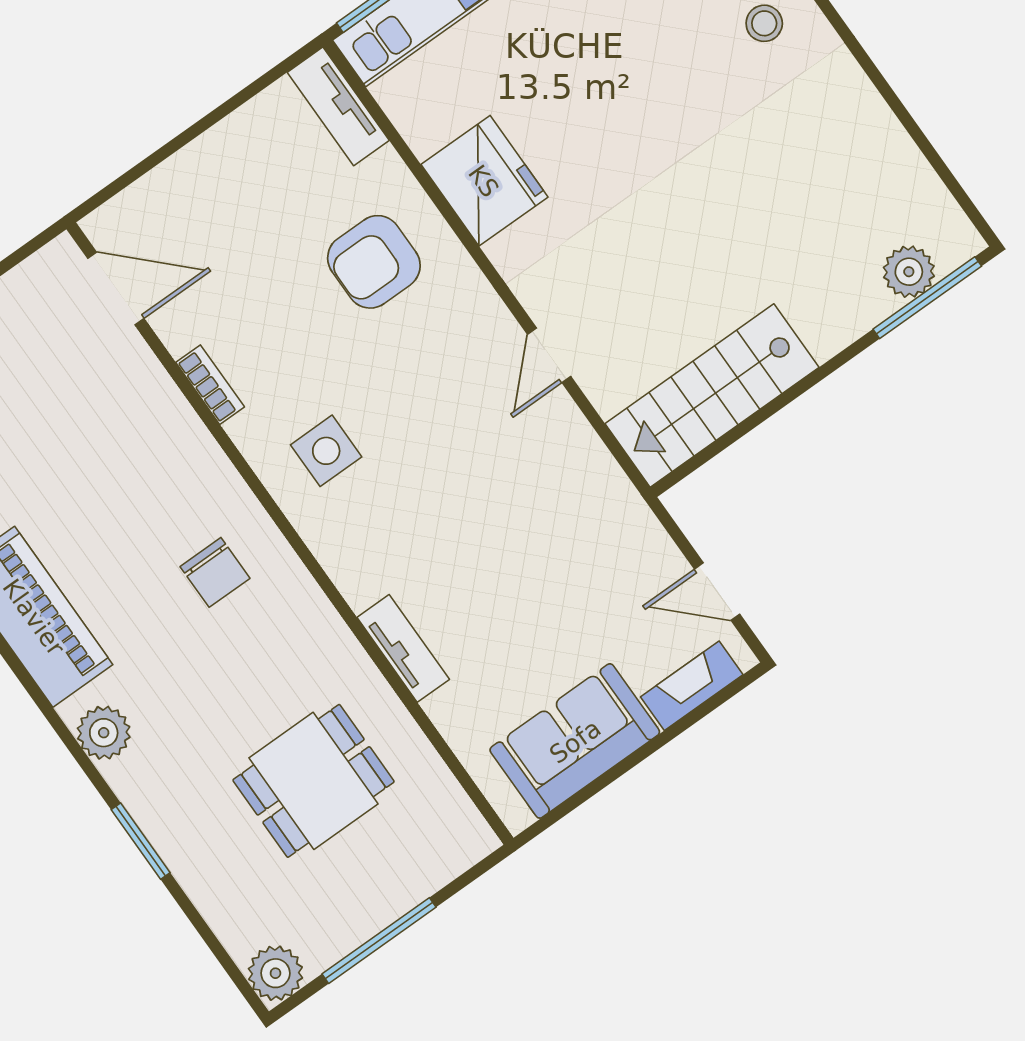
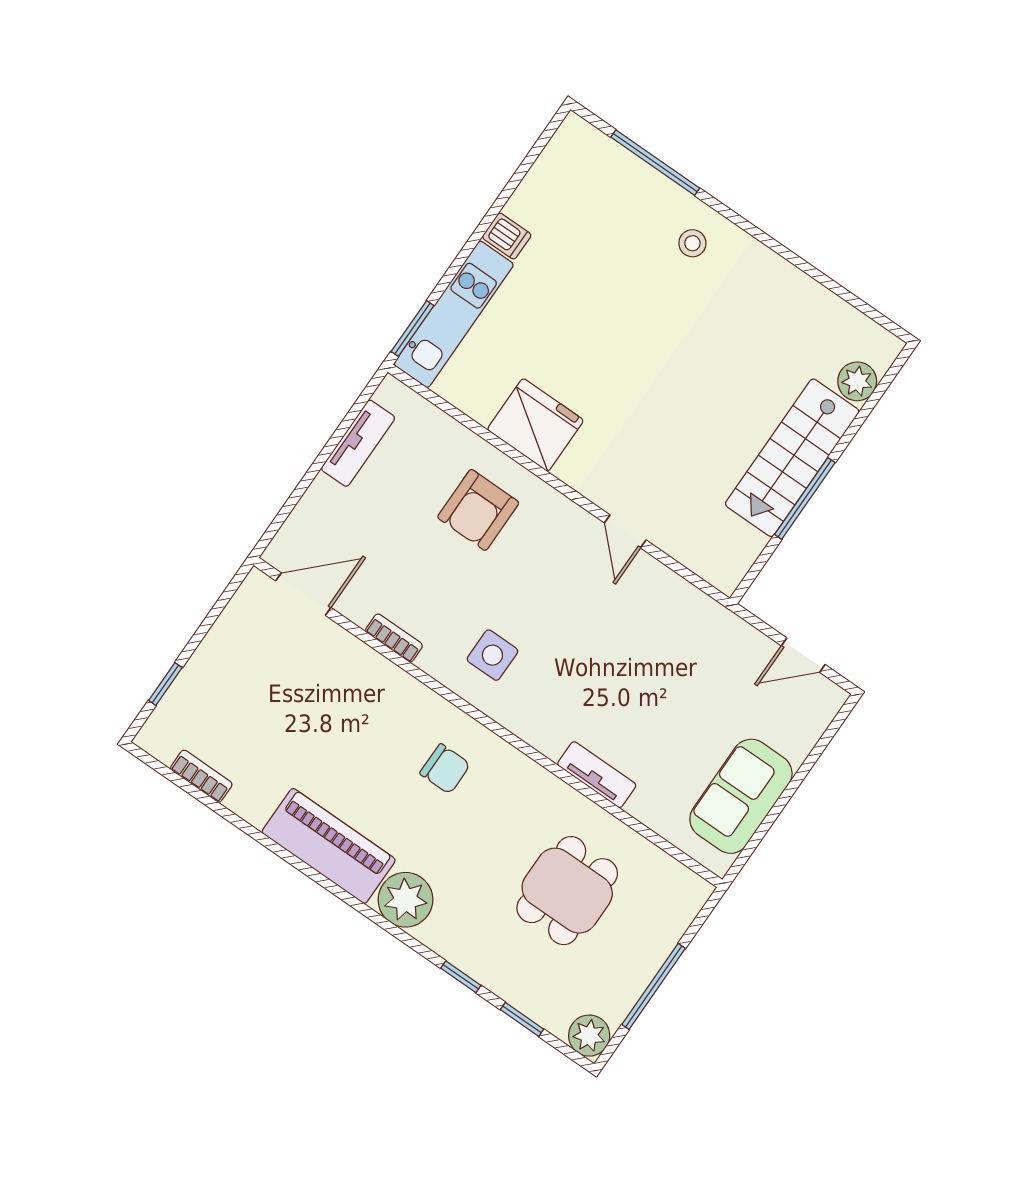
tv unit: (338, 106) -> (358, 443), moved, turned -90
window: (927, 298) -> (805, 498), moved
stairs: (712, 395) -> (792, 458), moved
fireplace: (692, 686) -> (809, 728), removed
plant: (104, 733) -> (405, 900), width x1.36, depth x1.36
window: (141, 841) -> (461, 977), width x0.67
window: (198, 922) -> (522, 1019), added

